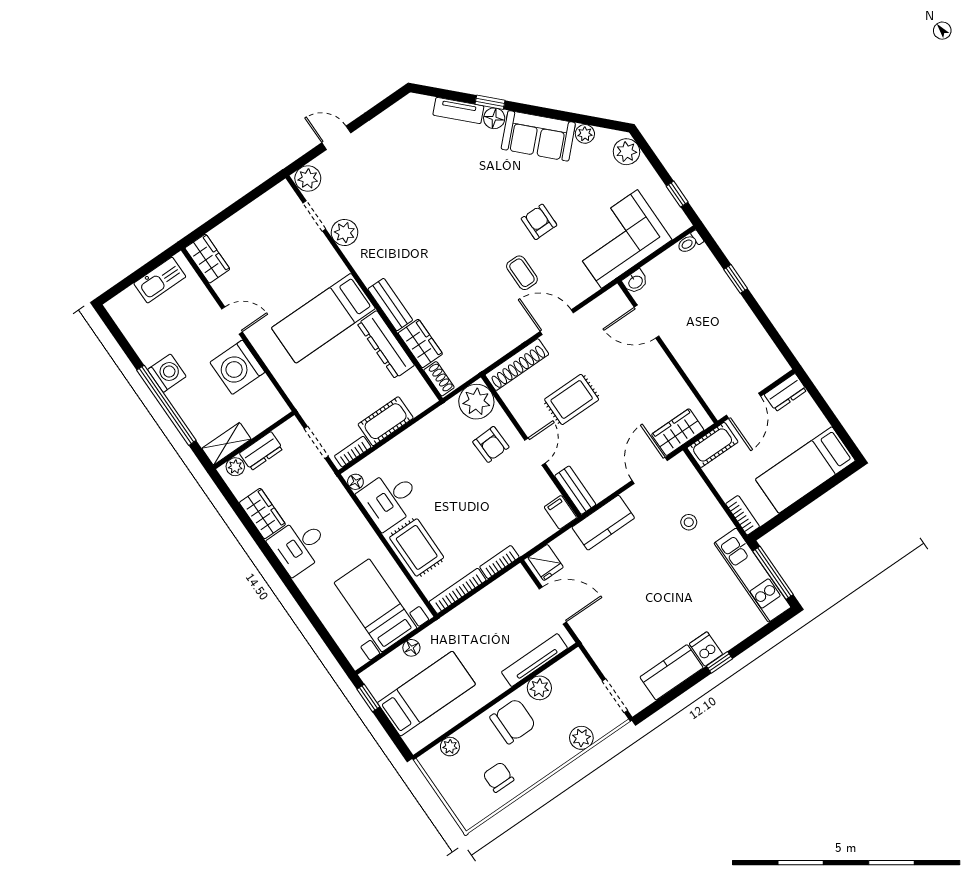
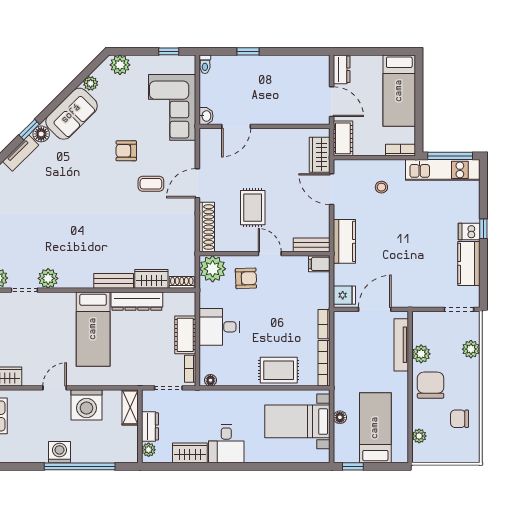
shelving: (226, 444) -> (130, 407), moved
desk: (390, 499) -> (219, 327), moved, turned 90

